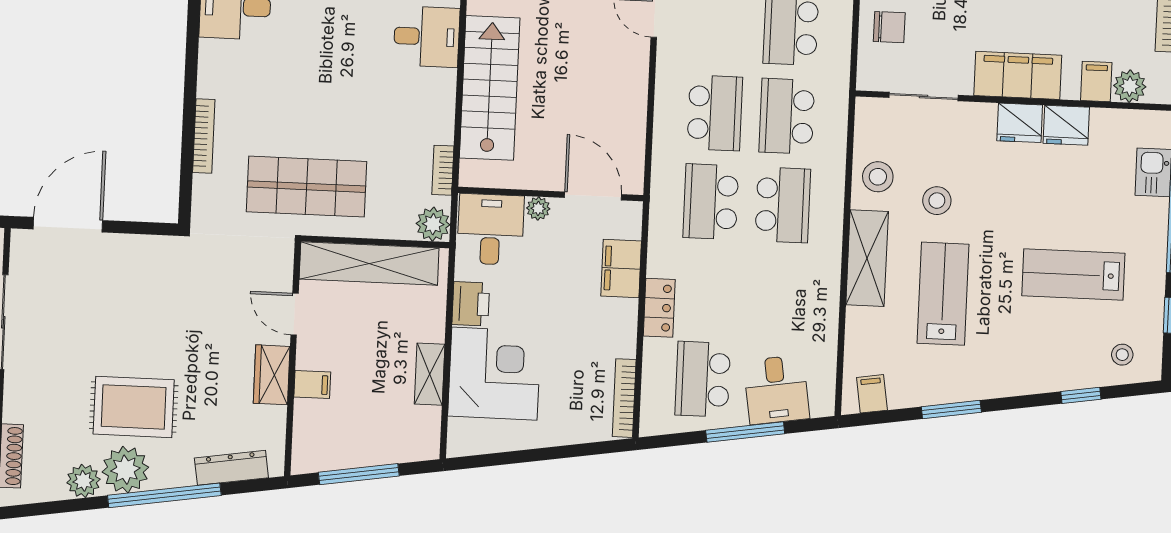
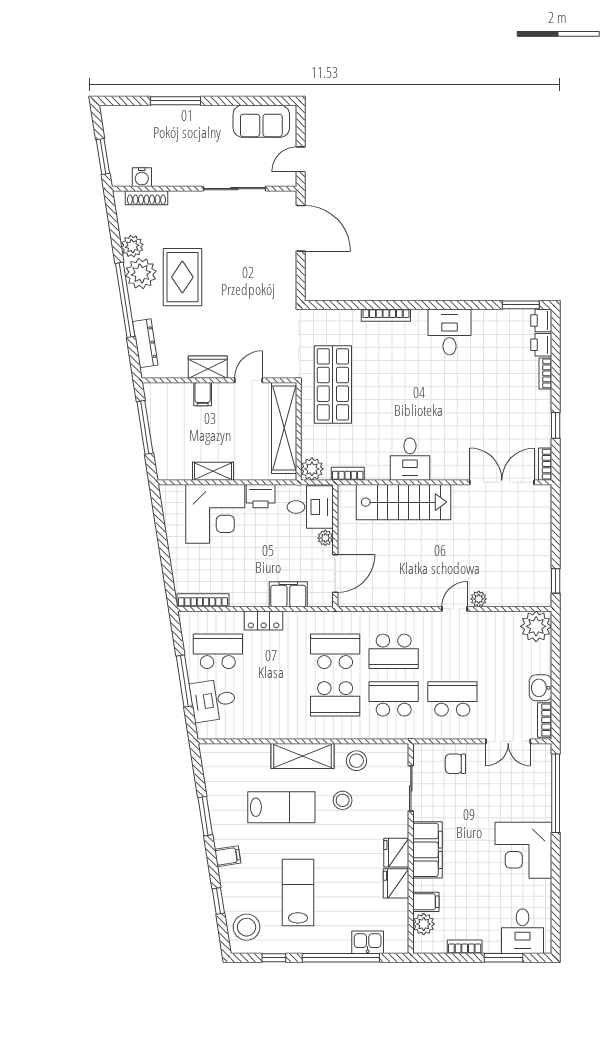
chair: (889, 27) -> (455, 764), turned 90
desk: (427, 37) -> (410, 459), moved
bookcase: (204, 136) -> (386, 315), moved
stool: (1122, 355) -> (247, 927), width x1.89, depth x1.89
filing cabinet: (872, 394) -> (228, 856), moved

